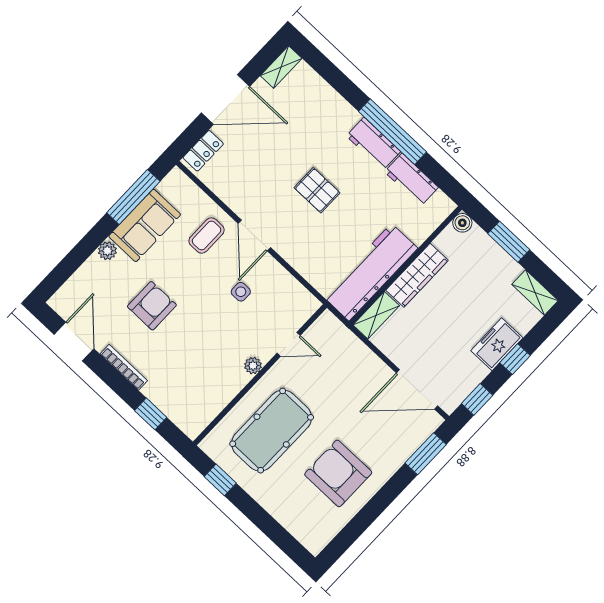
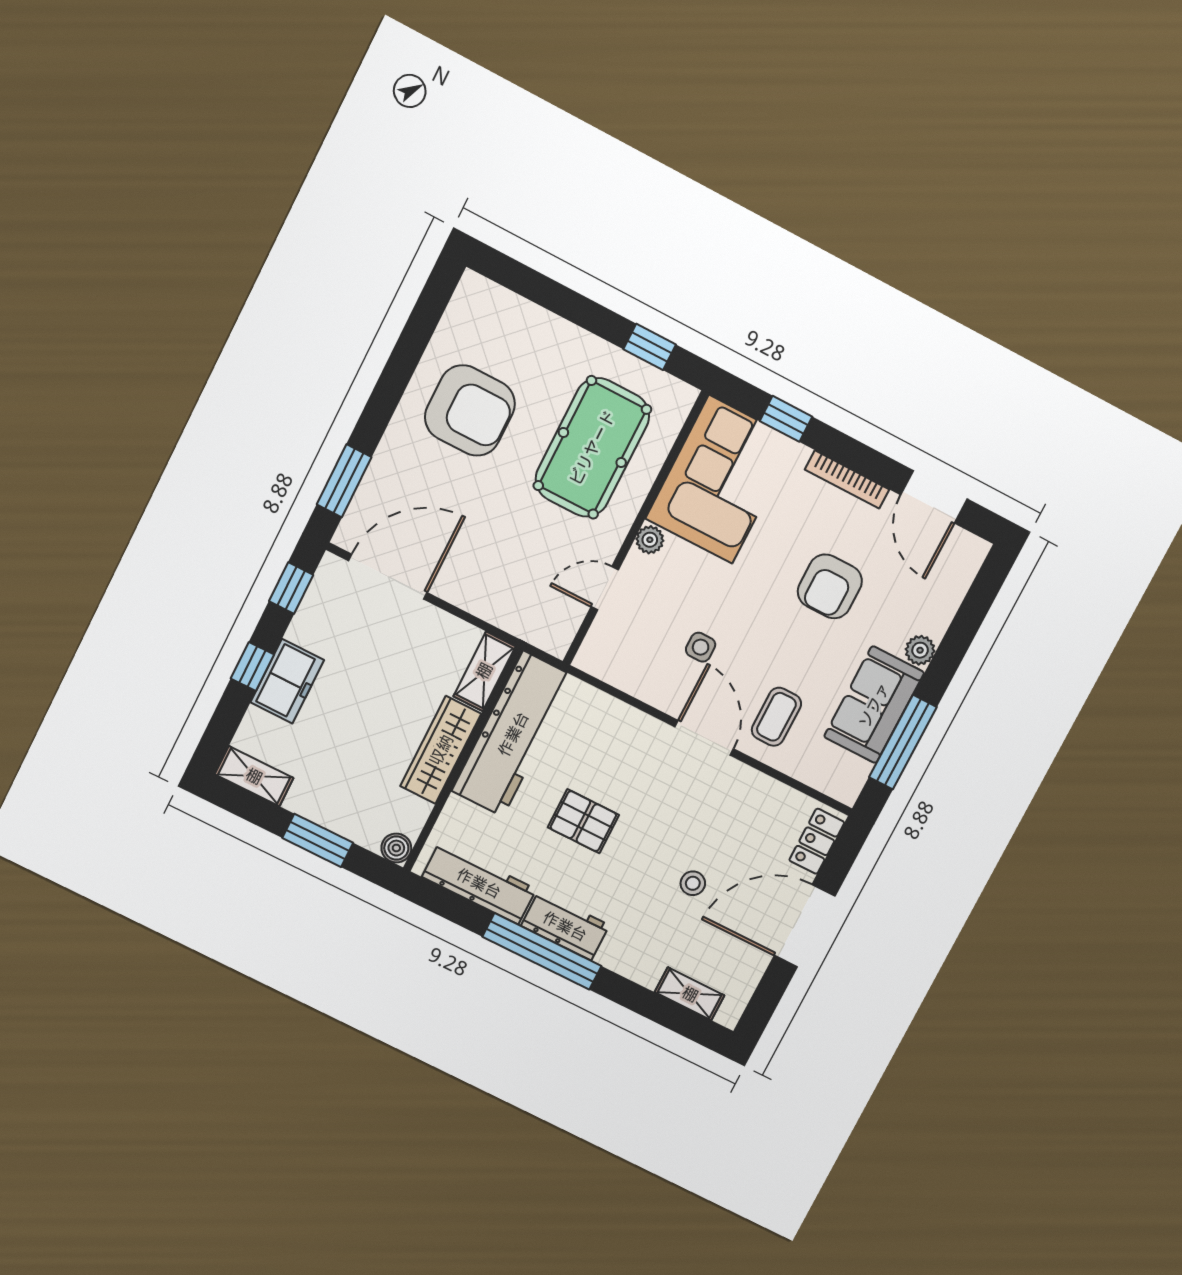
shelving: (281, 67) -> (690, 994), moved, turned 90
stool: (287, 147) -> (693, 883), added
workbench: (411, 180) -> (479, 883), width x1.38
pallet: (317, 190) -> (583, 821), moved
corner sofa: (200, 389) -> (721, 479), added

